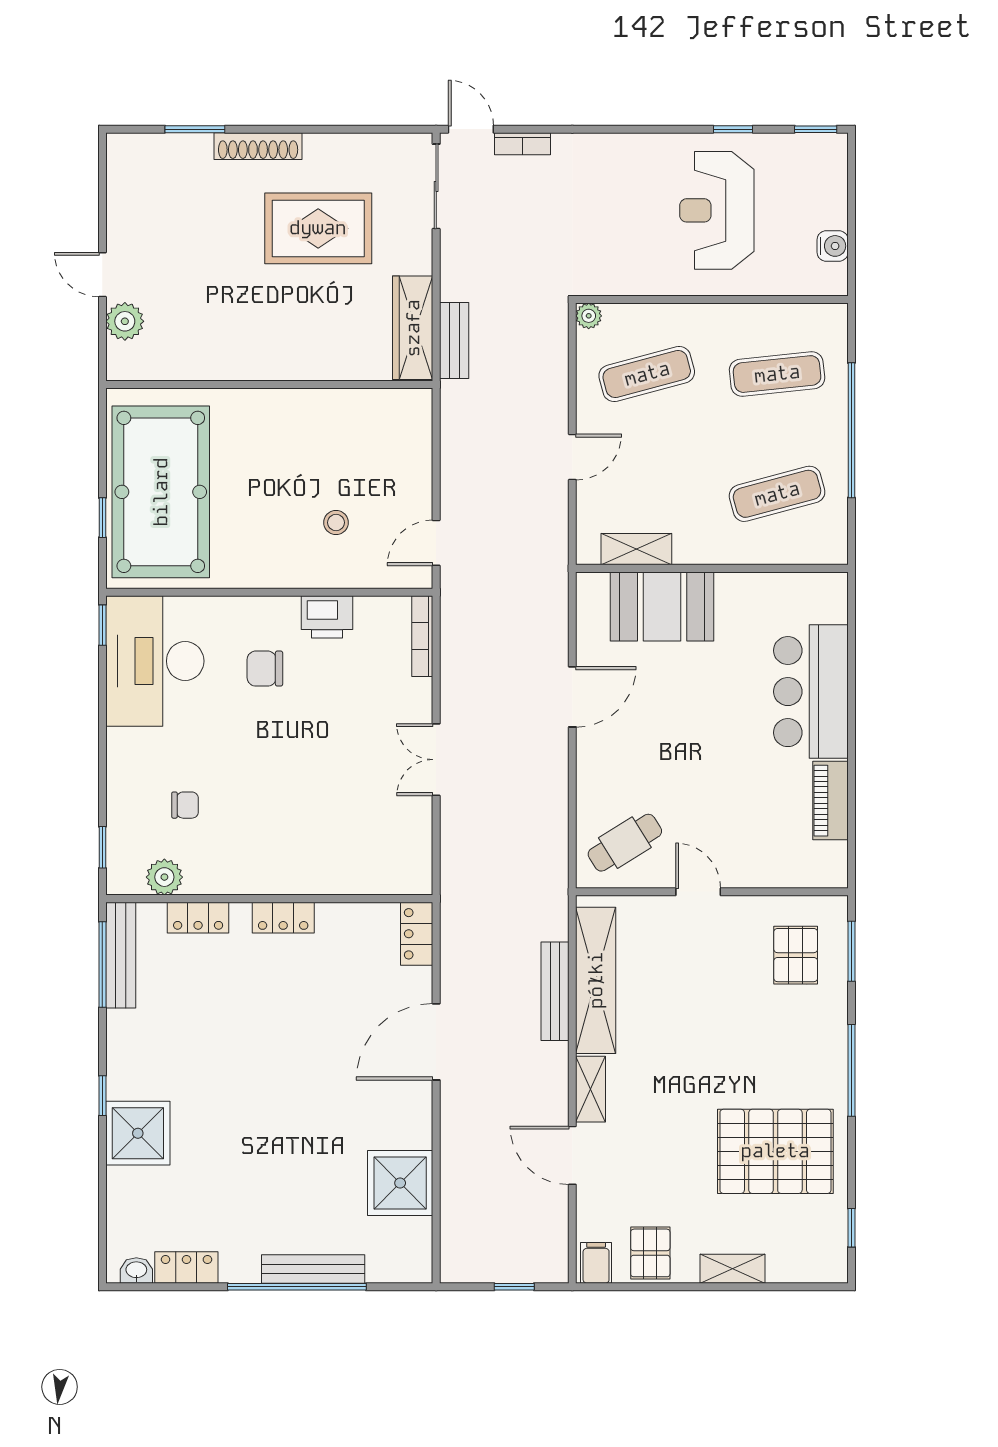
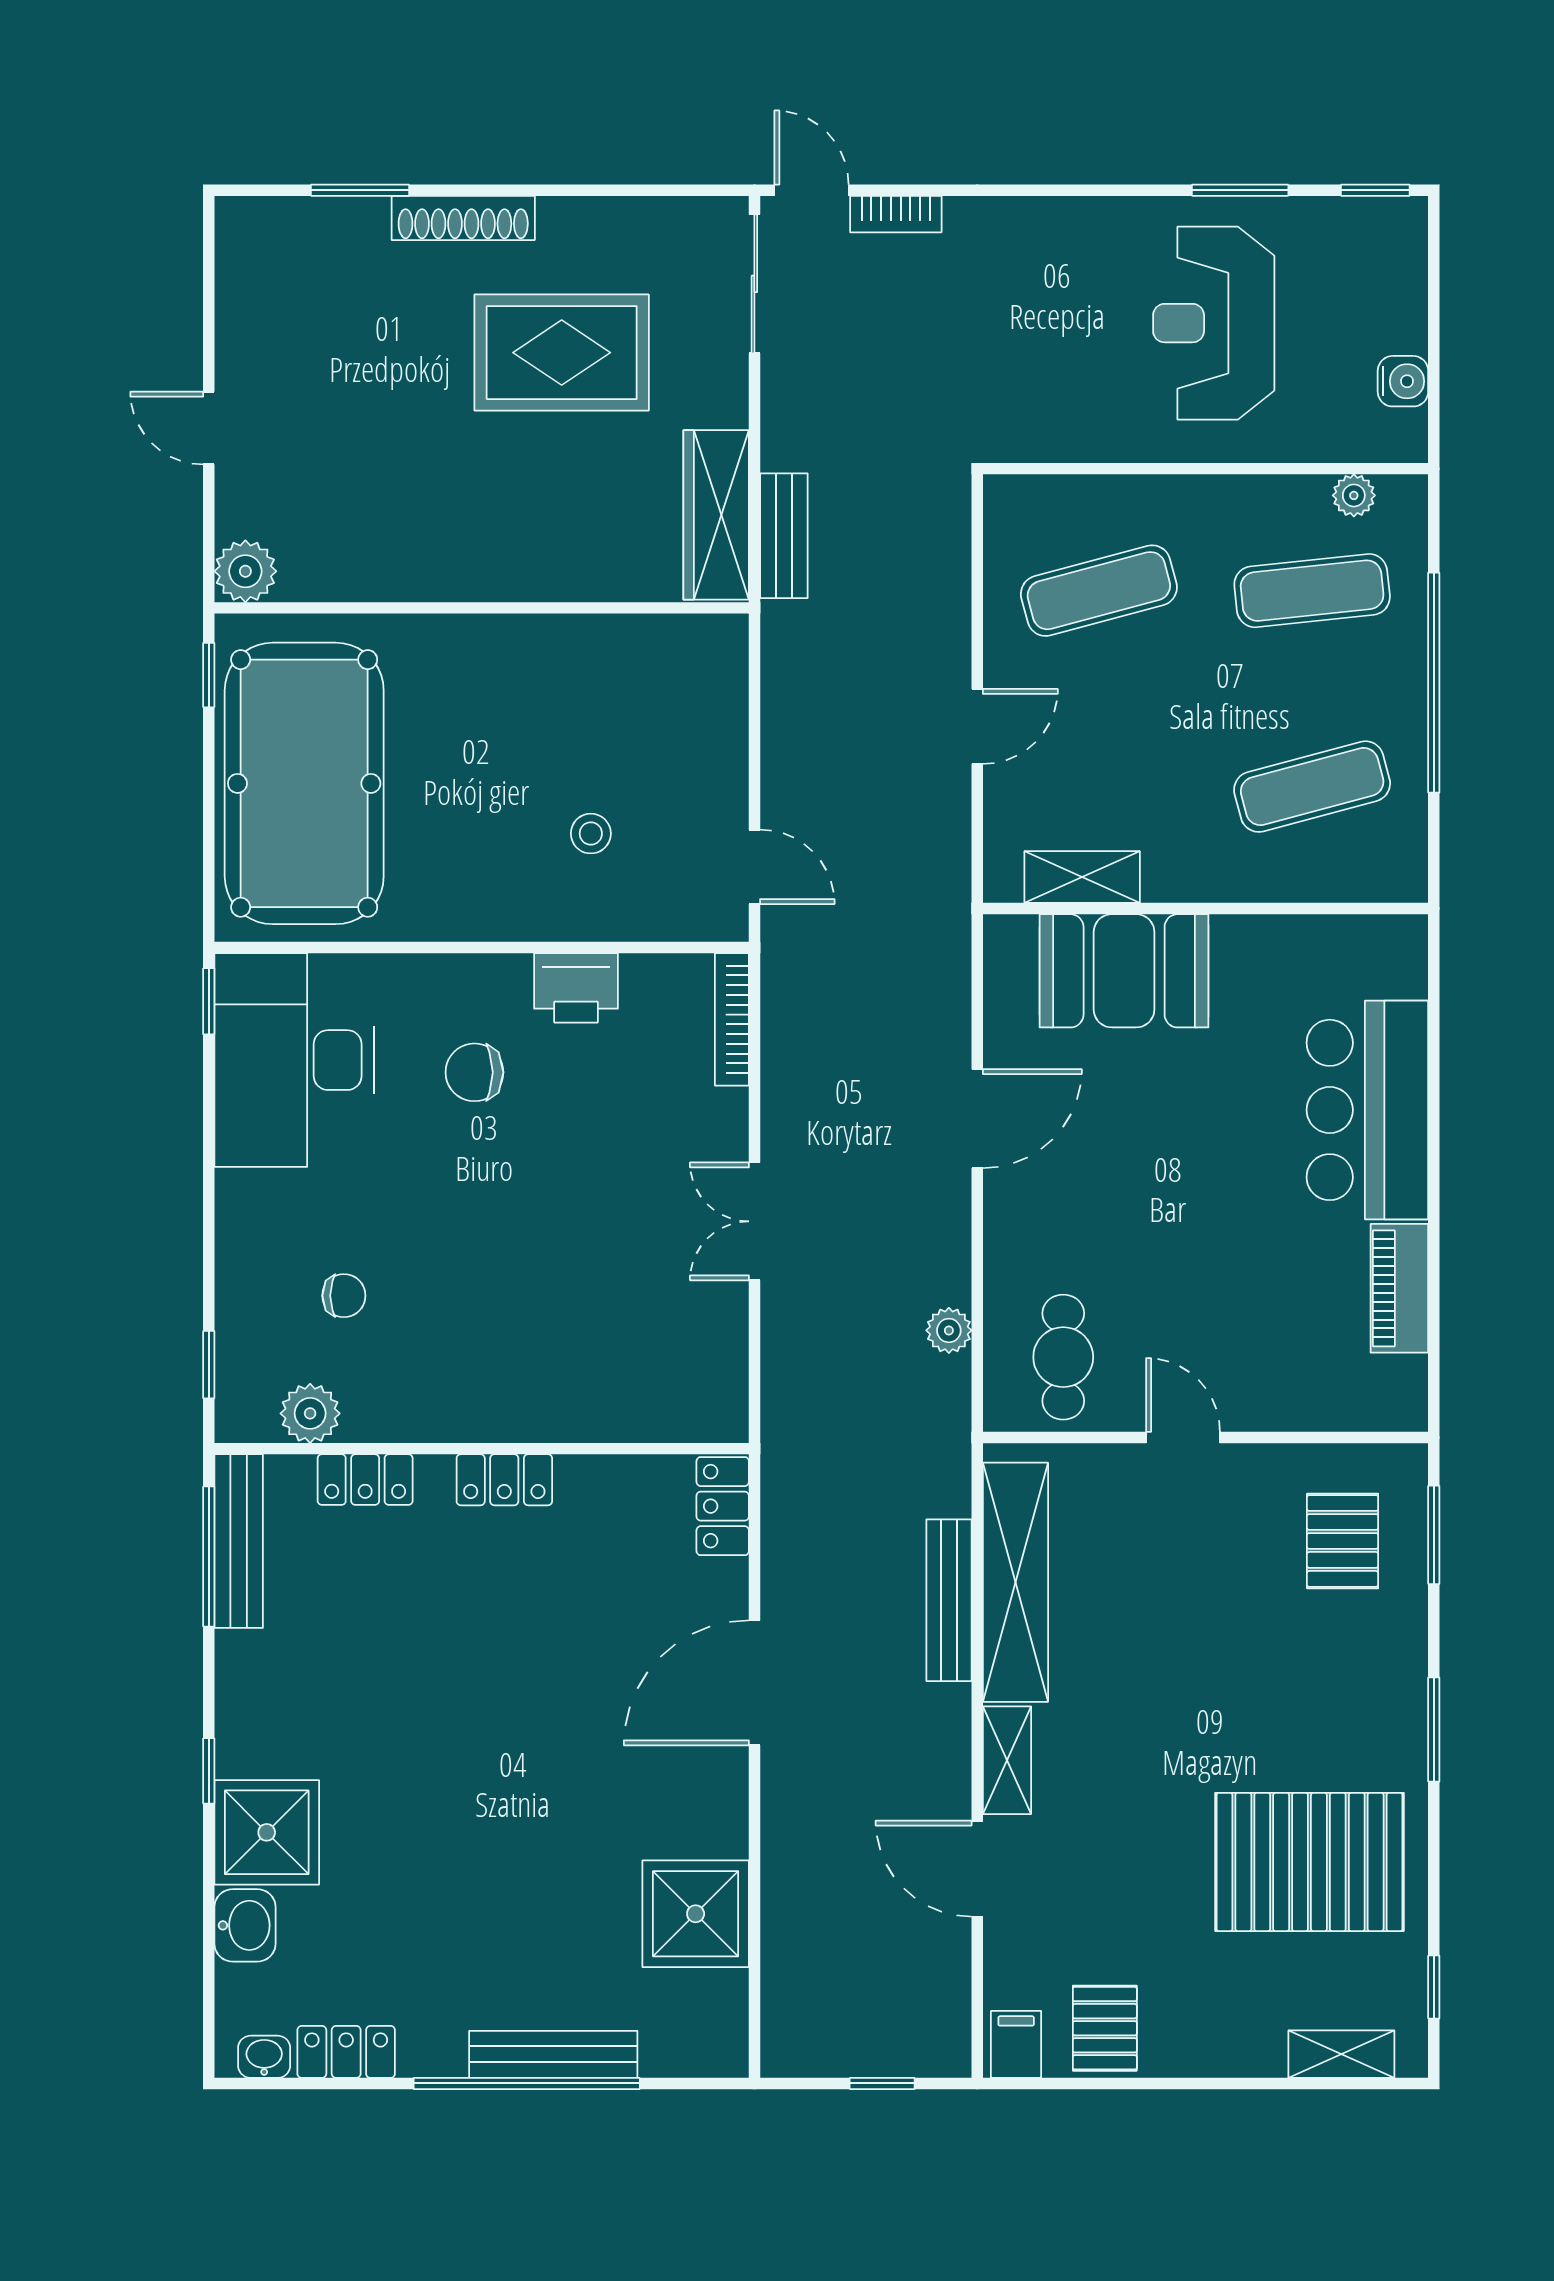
window: (733, 129) -> (1240, 190), width x1.50
plant: (589, 316) -> (1354, 495), moved
plant: (125, 321) -> (245, 571), moved
window: (102, 518) -> (209, 675), moved
door: (436, 543) -> (754, 867), swing flipped
plant: (555, 826) -> (949, 1330), added
cafe table: (625, 843) -> (1063, 1357), turned -58
window: (851, 1070) -> (1434, 1729), width x0.69
washbasin: (125, 1190) -> (245, 1925), added
shelving: (732, 1269) -> (1341, 2054), moved

